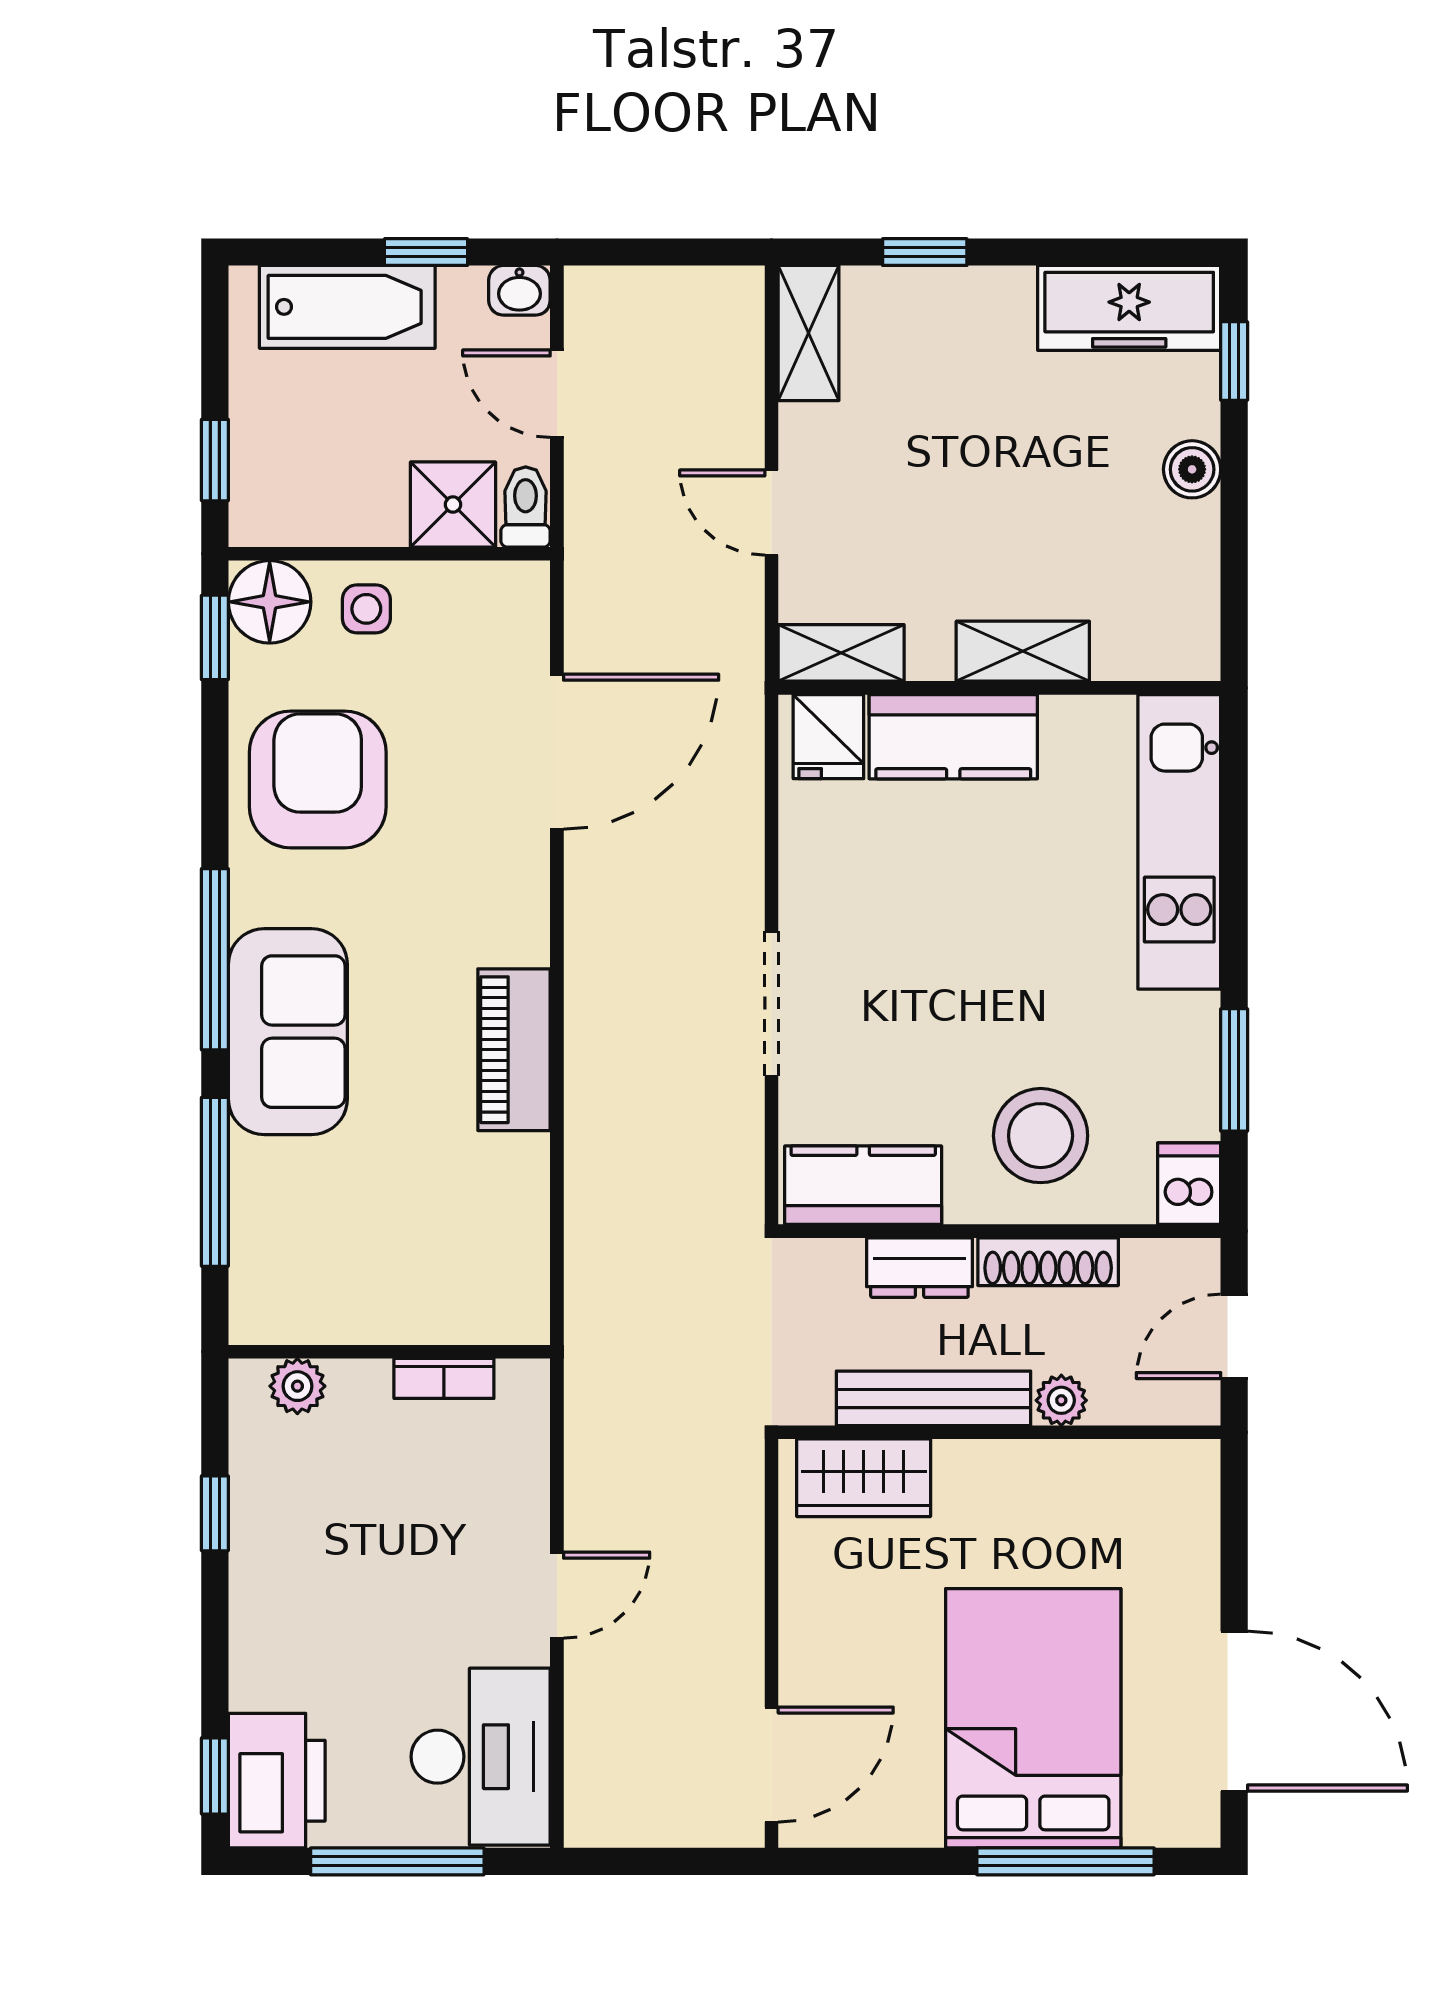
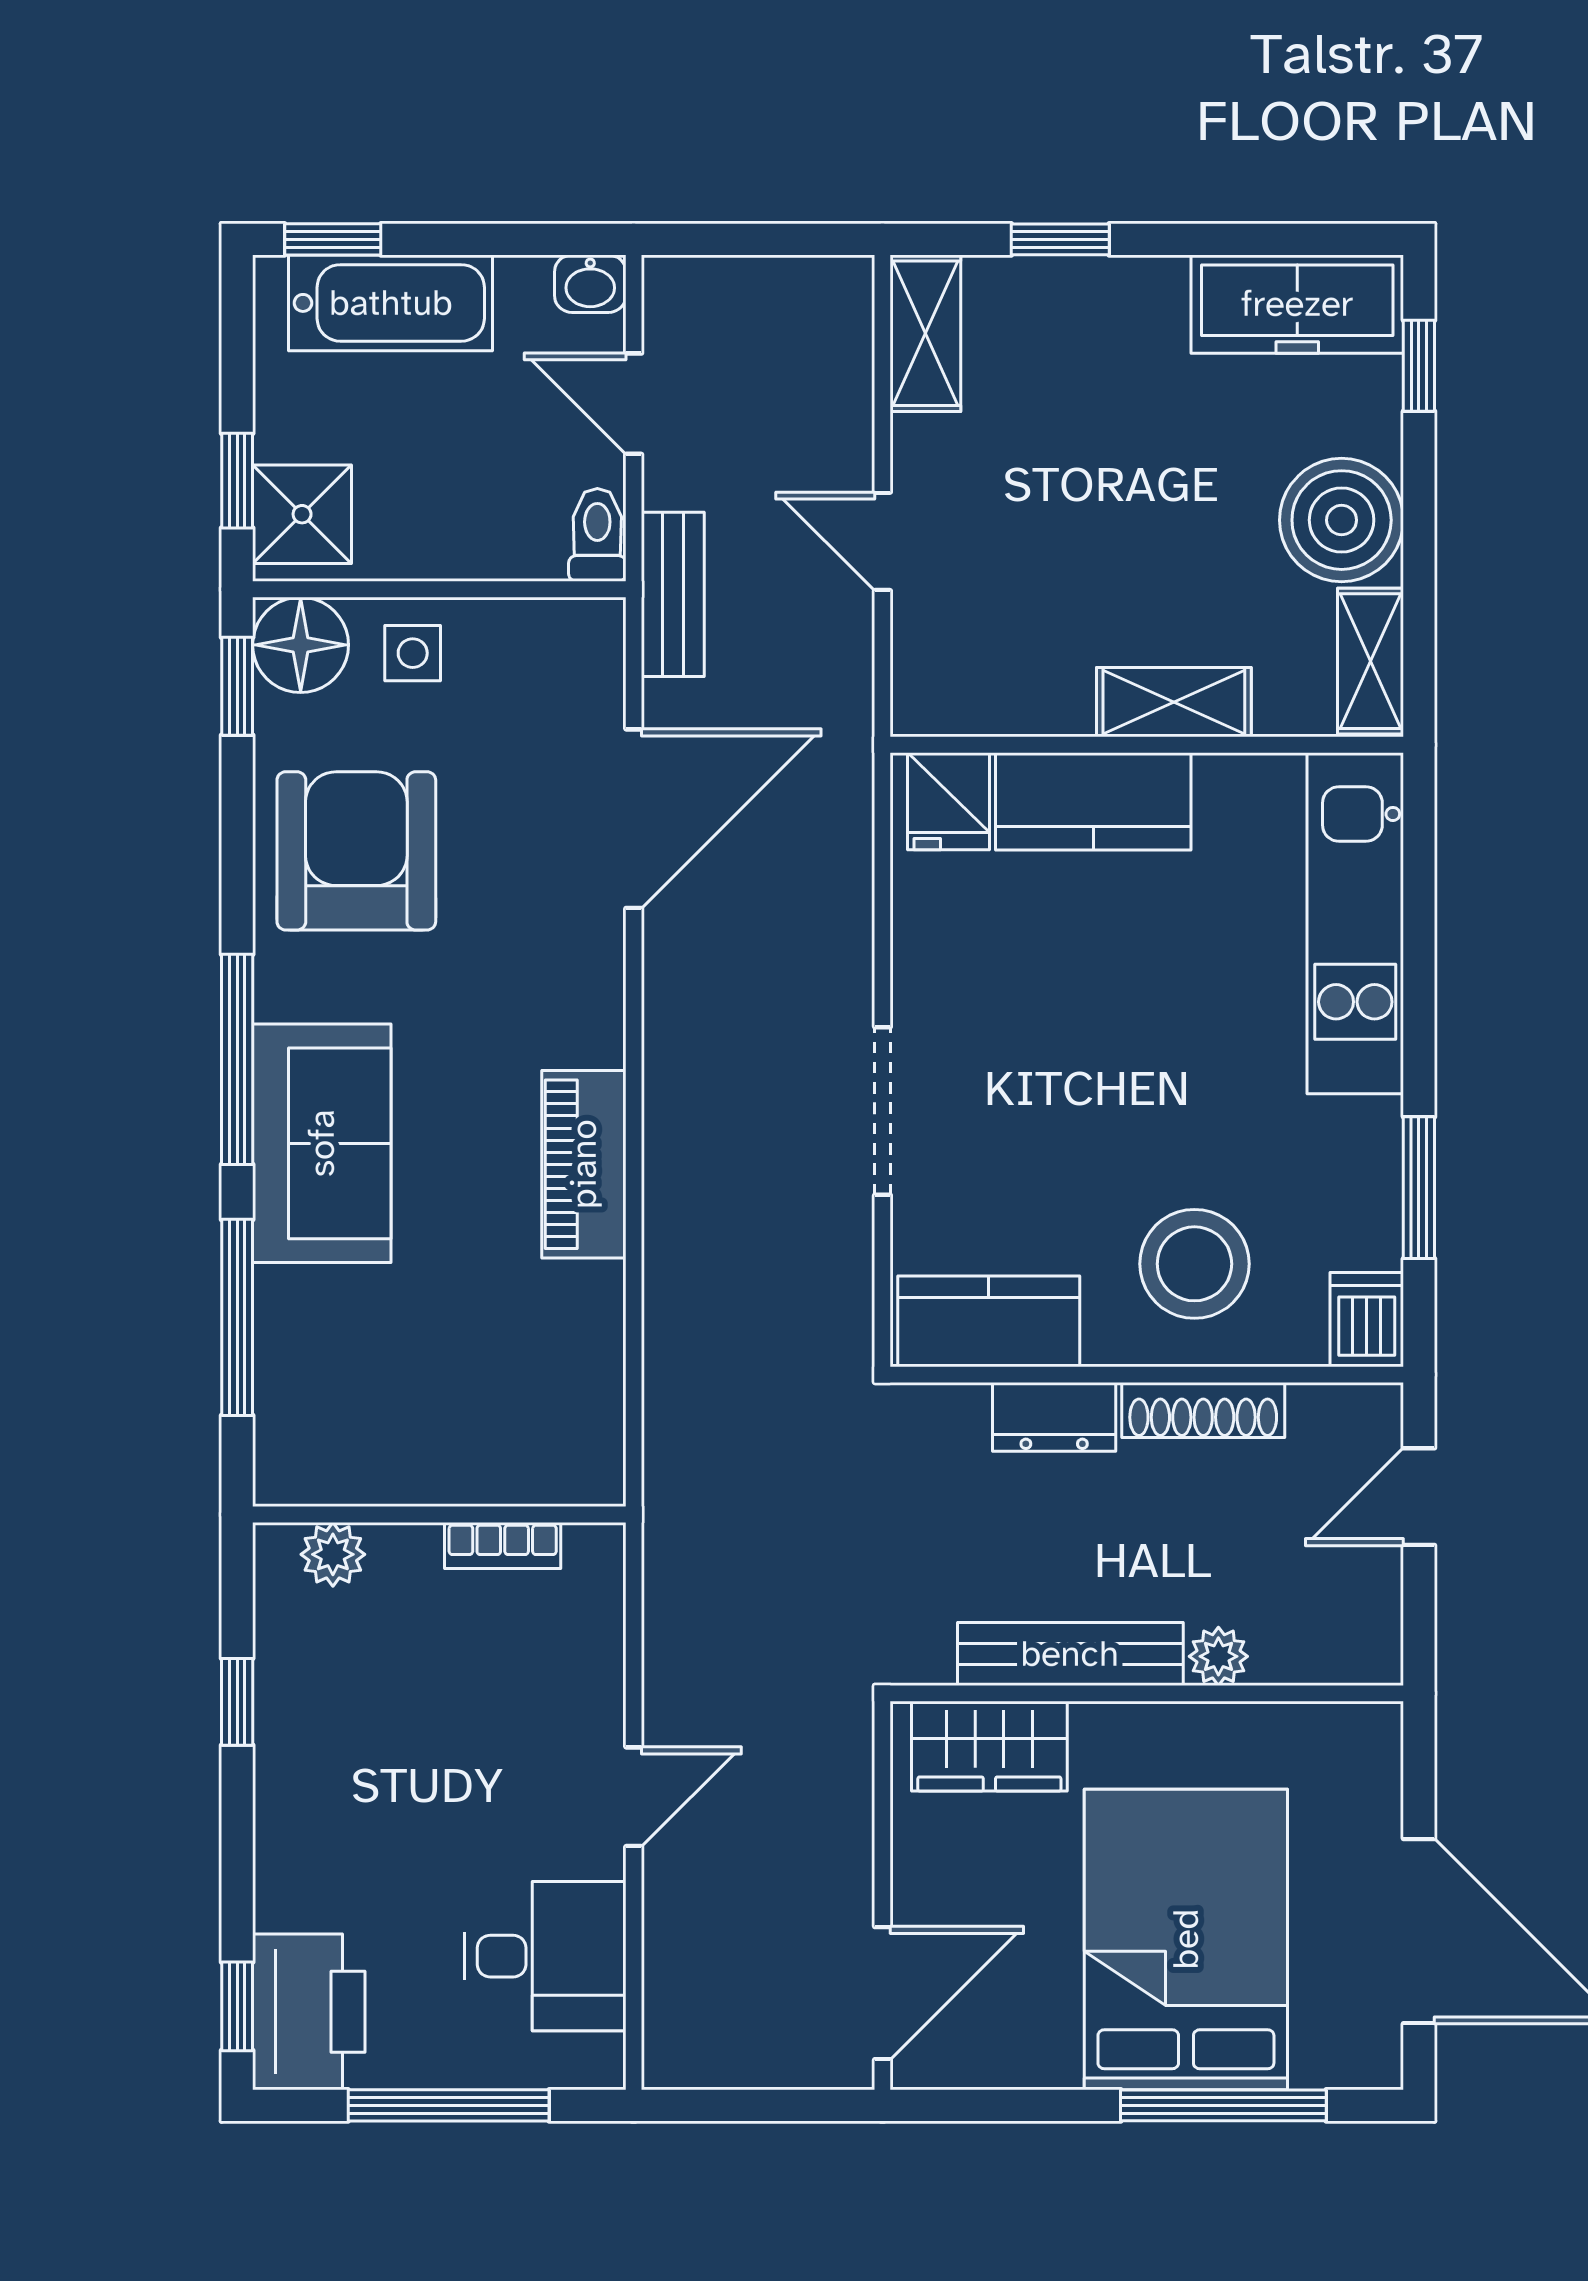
window: (426, 252) -> (333, 239), moved
boiler: (1192, 469) -> (1342, 520), width x1.86, depth x1.86
shower: (453, 505) -> (302, 514), moved
bench: (591, 558) -> (673, 594), added
shelving: (841, 653) -> (1371, 661), moved, turned 90
bench: (934, 1398) -> (1070, 1654), moved
plant: (1061, 1400) -> (1218, 1656), moved
wall: (999, 1432) -> (1147, 1693), moved
wardrobe: (864, 1478) -> (989, 1746), moved
desk: (481, 1757) -> (545, 1956), width x0.73

